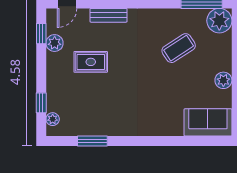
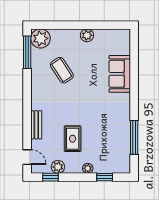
plant: (53, 119) -> (88, 168), moved
sofa: (208, 122) -> (120, 74), moved
window: (92, 141) -> (134, 137), width x1.44

